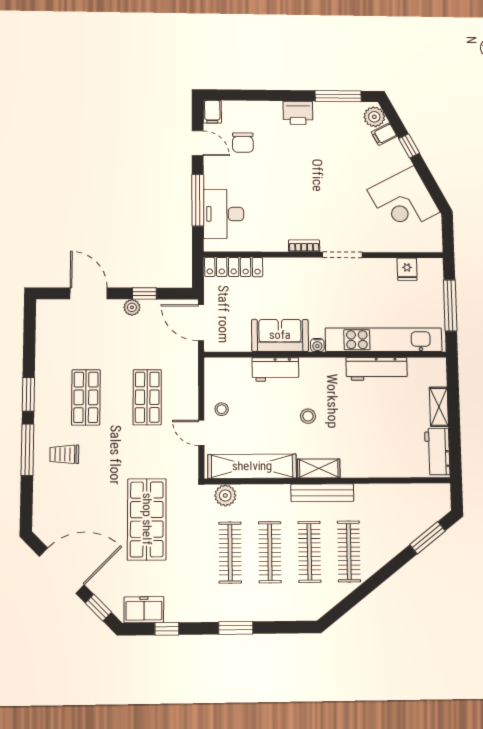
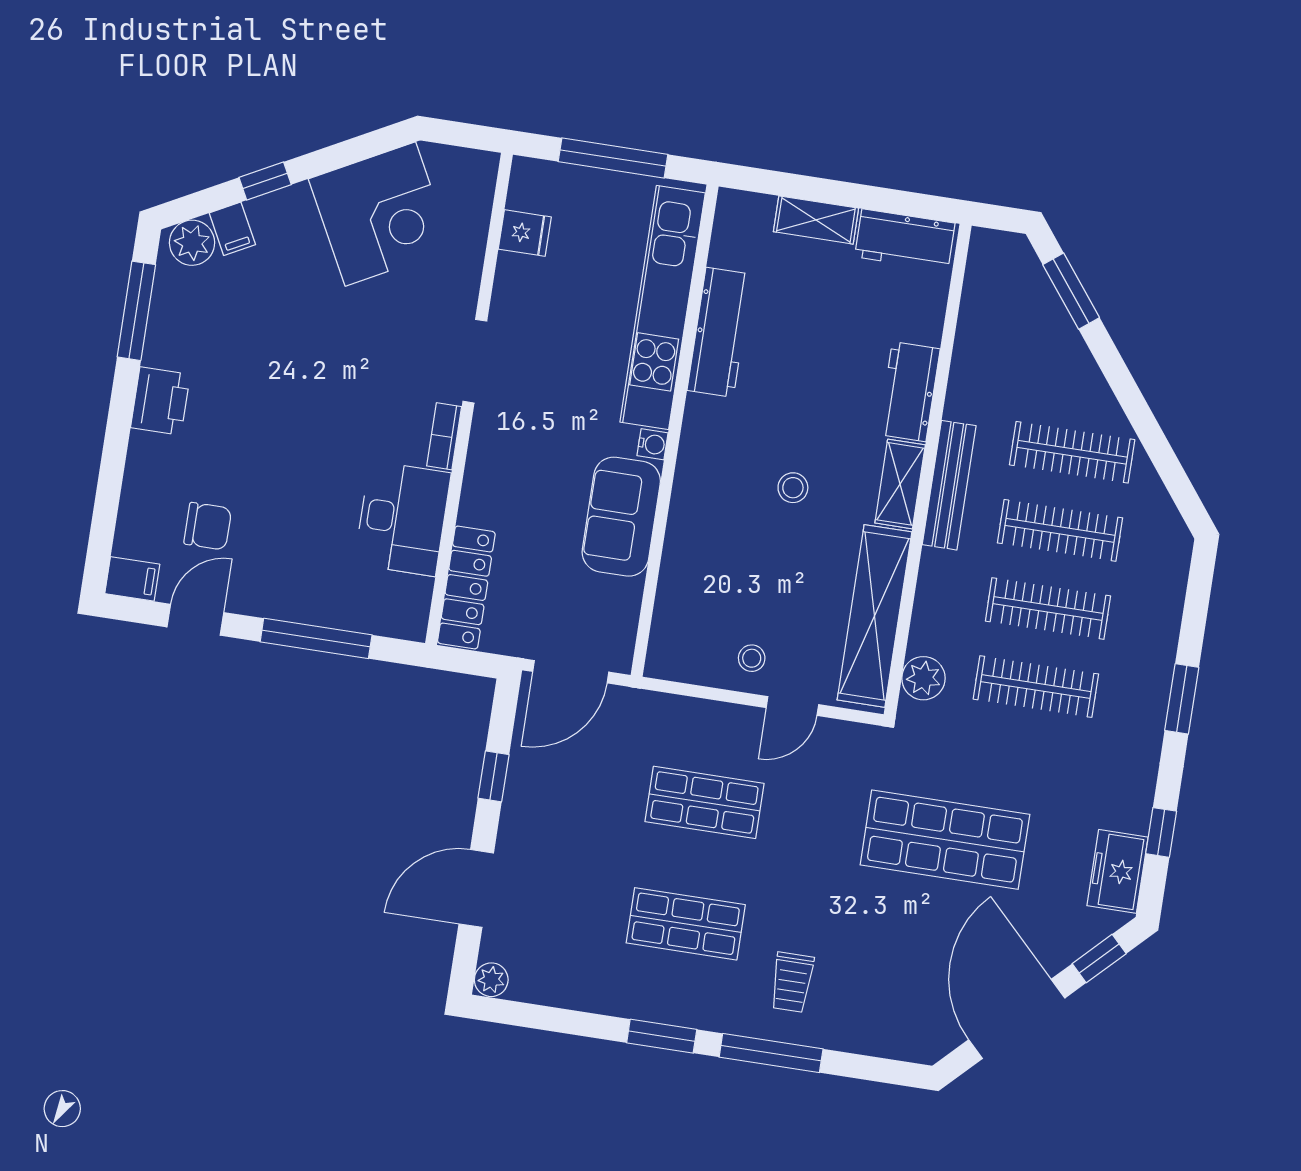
desk: (224, 214) -> (403, 519), moved, turned -90
plant: (132, 307) -> (491, 980), moved
workbench: (275, 369) -> (909, 392), moved, turned 180

